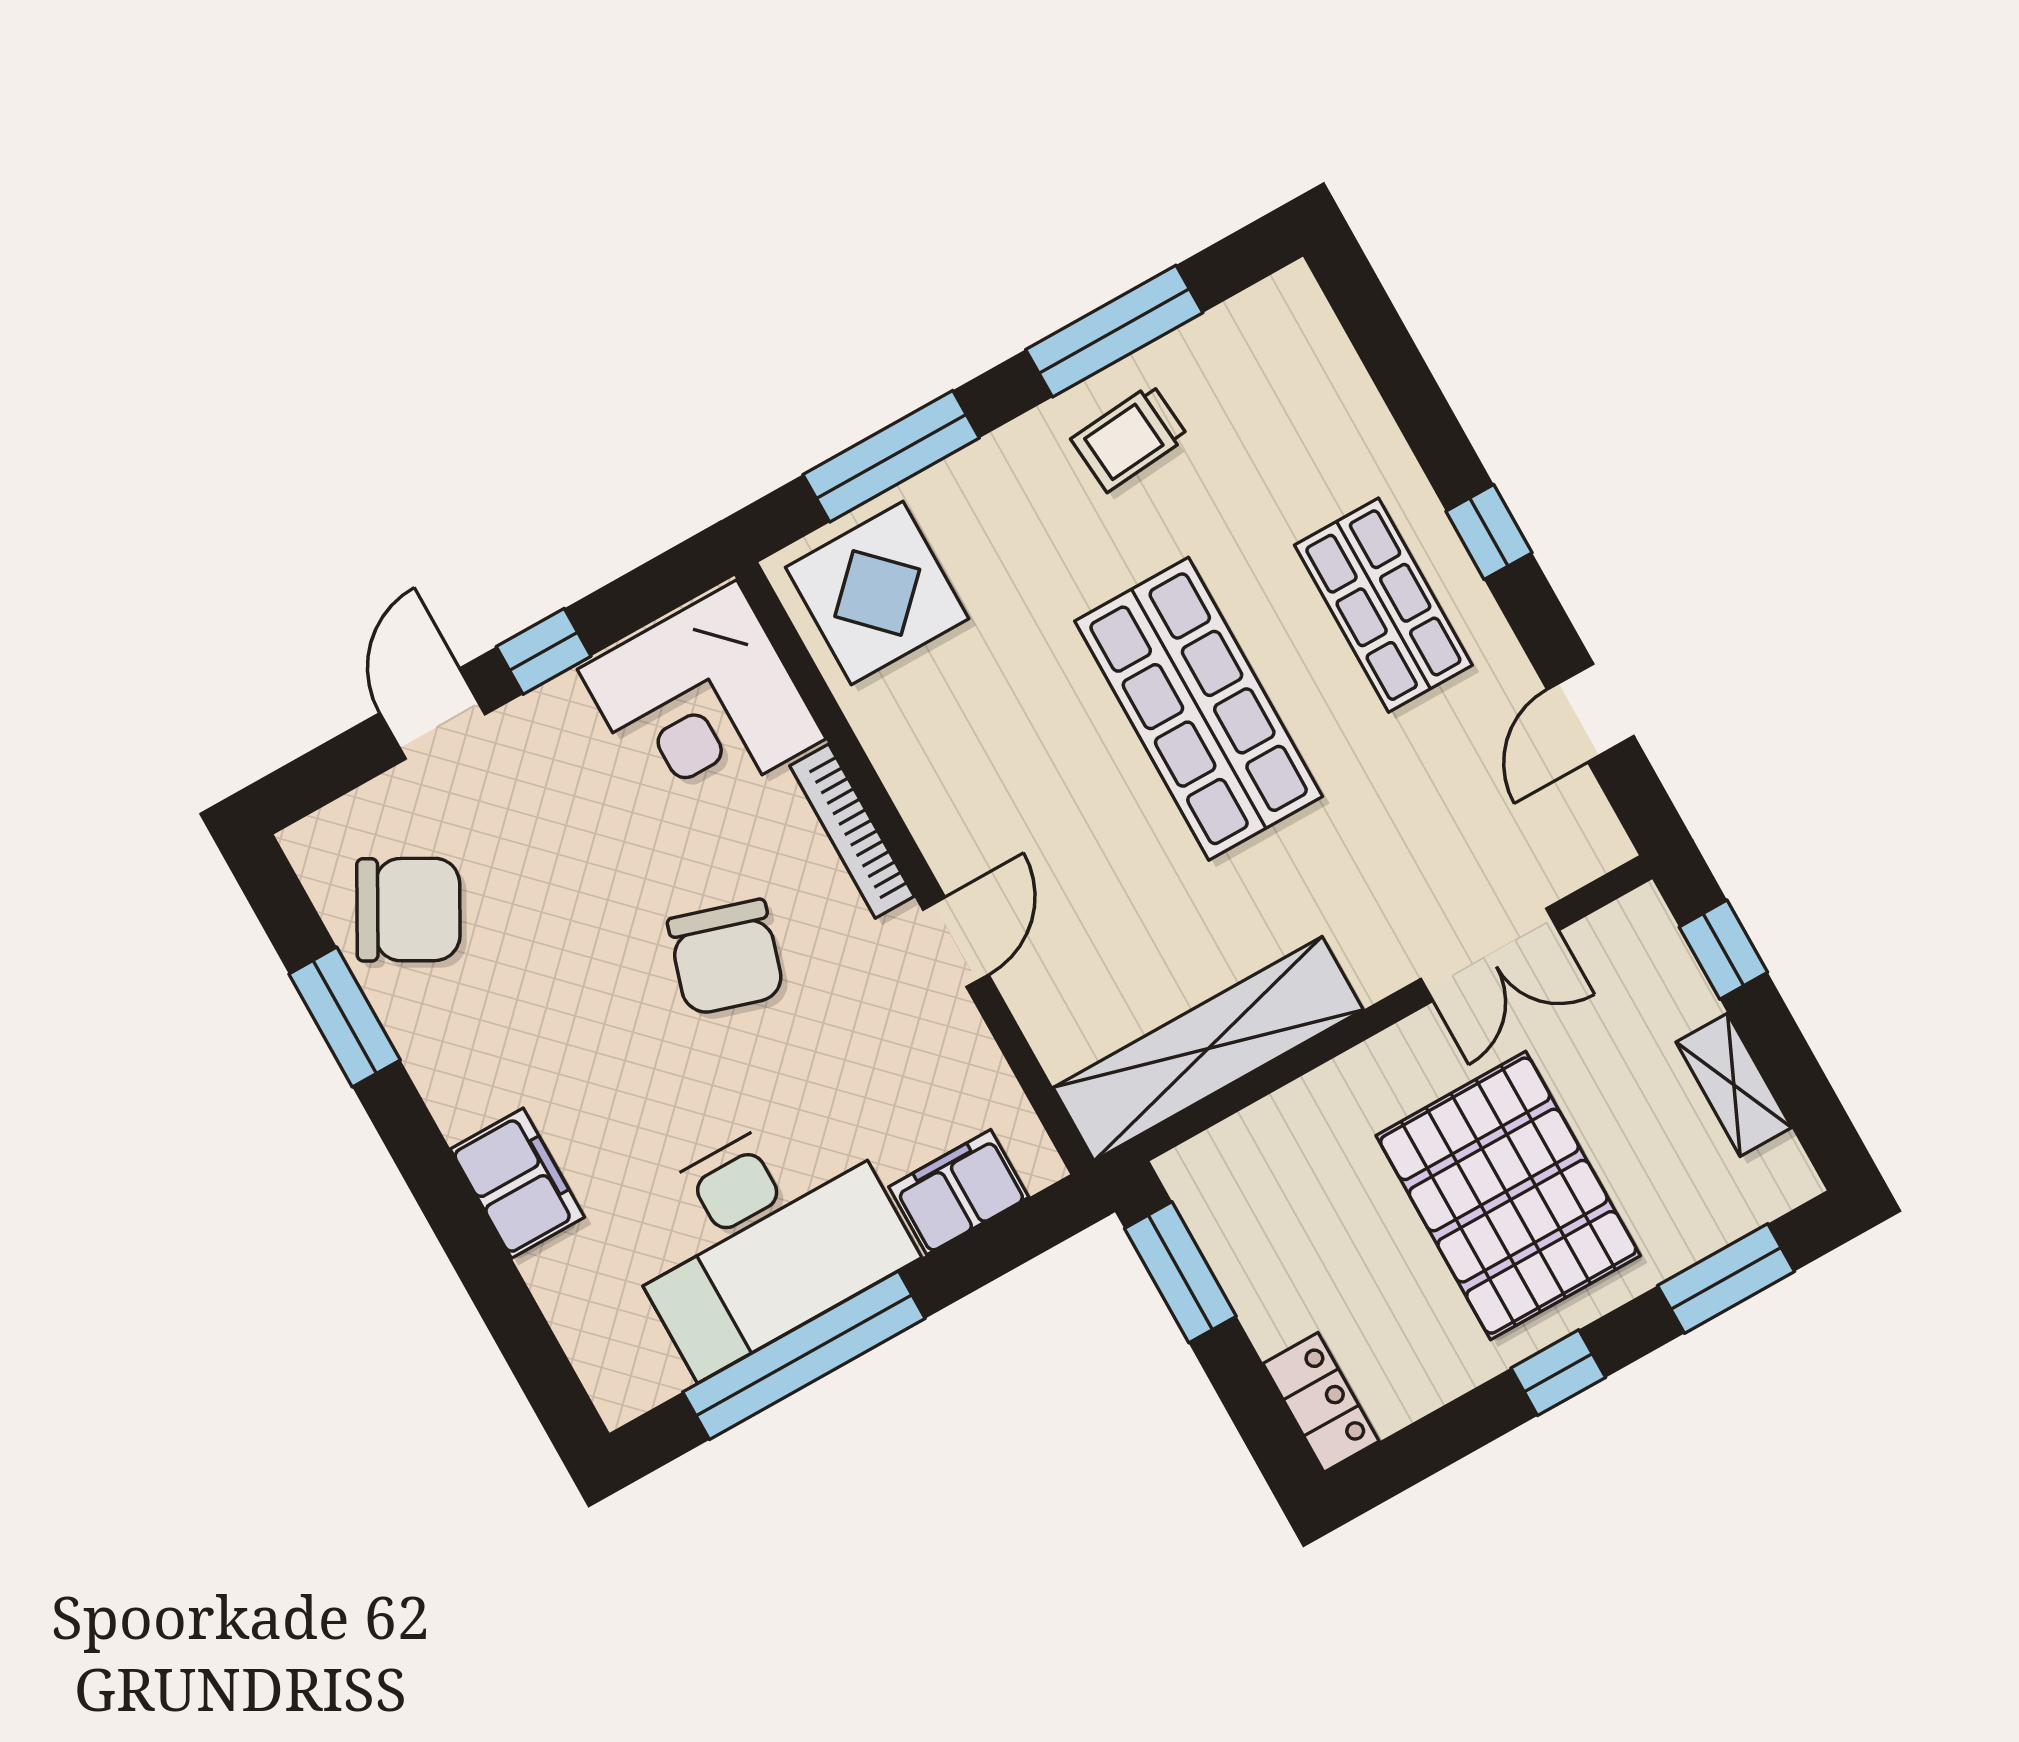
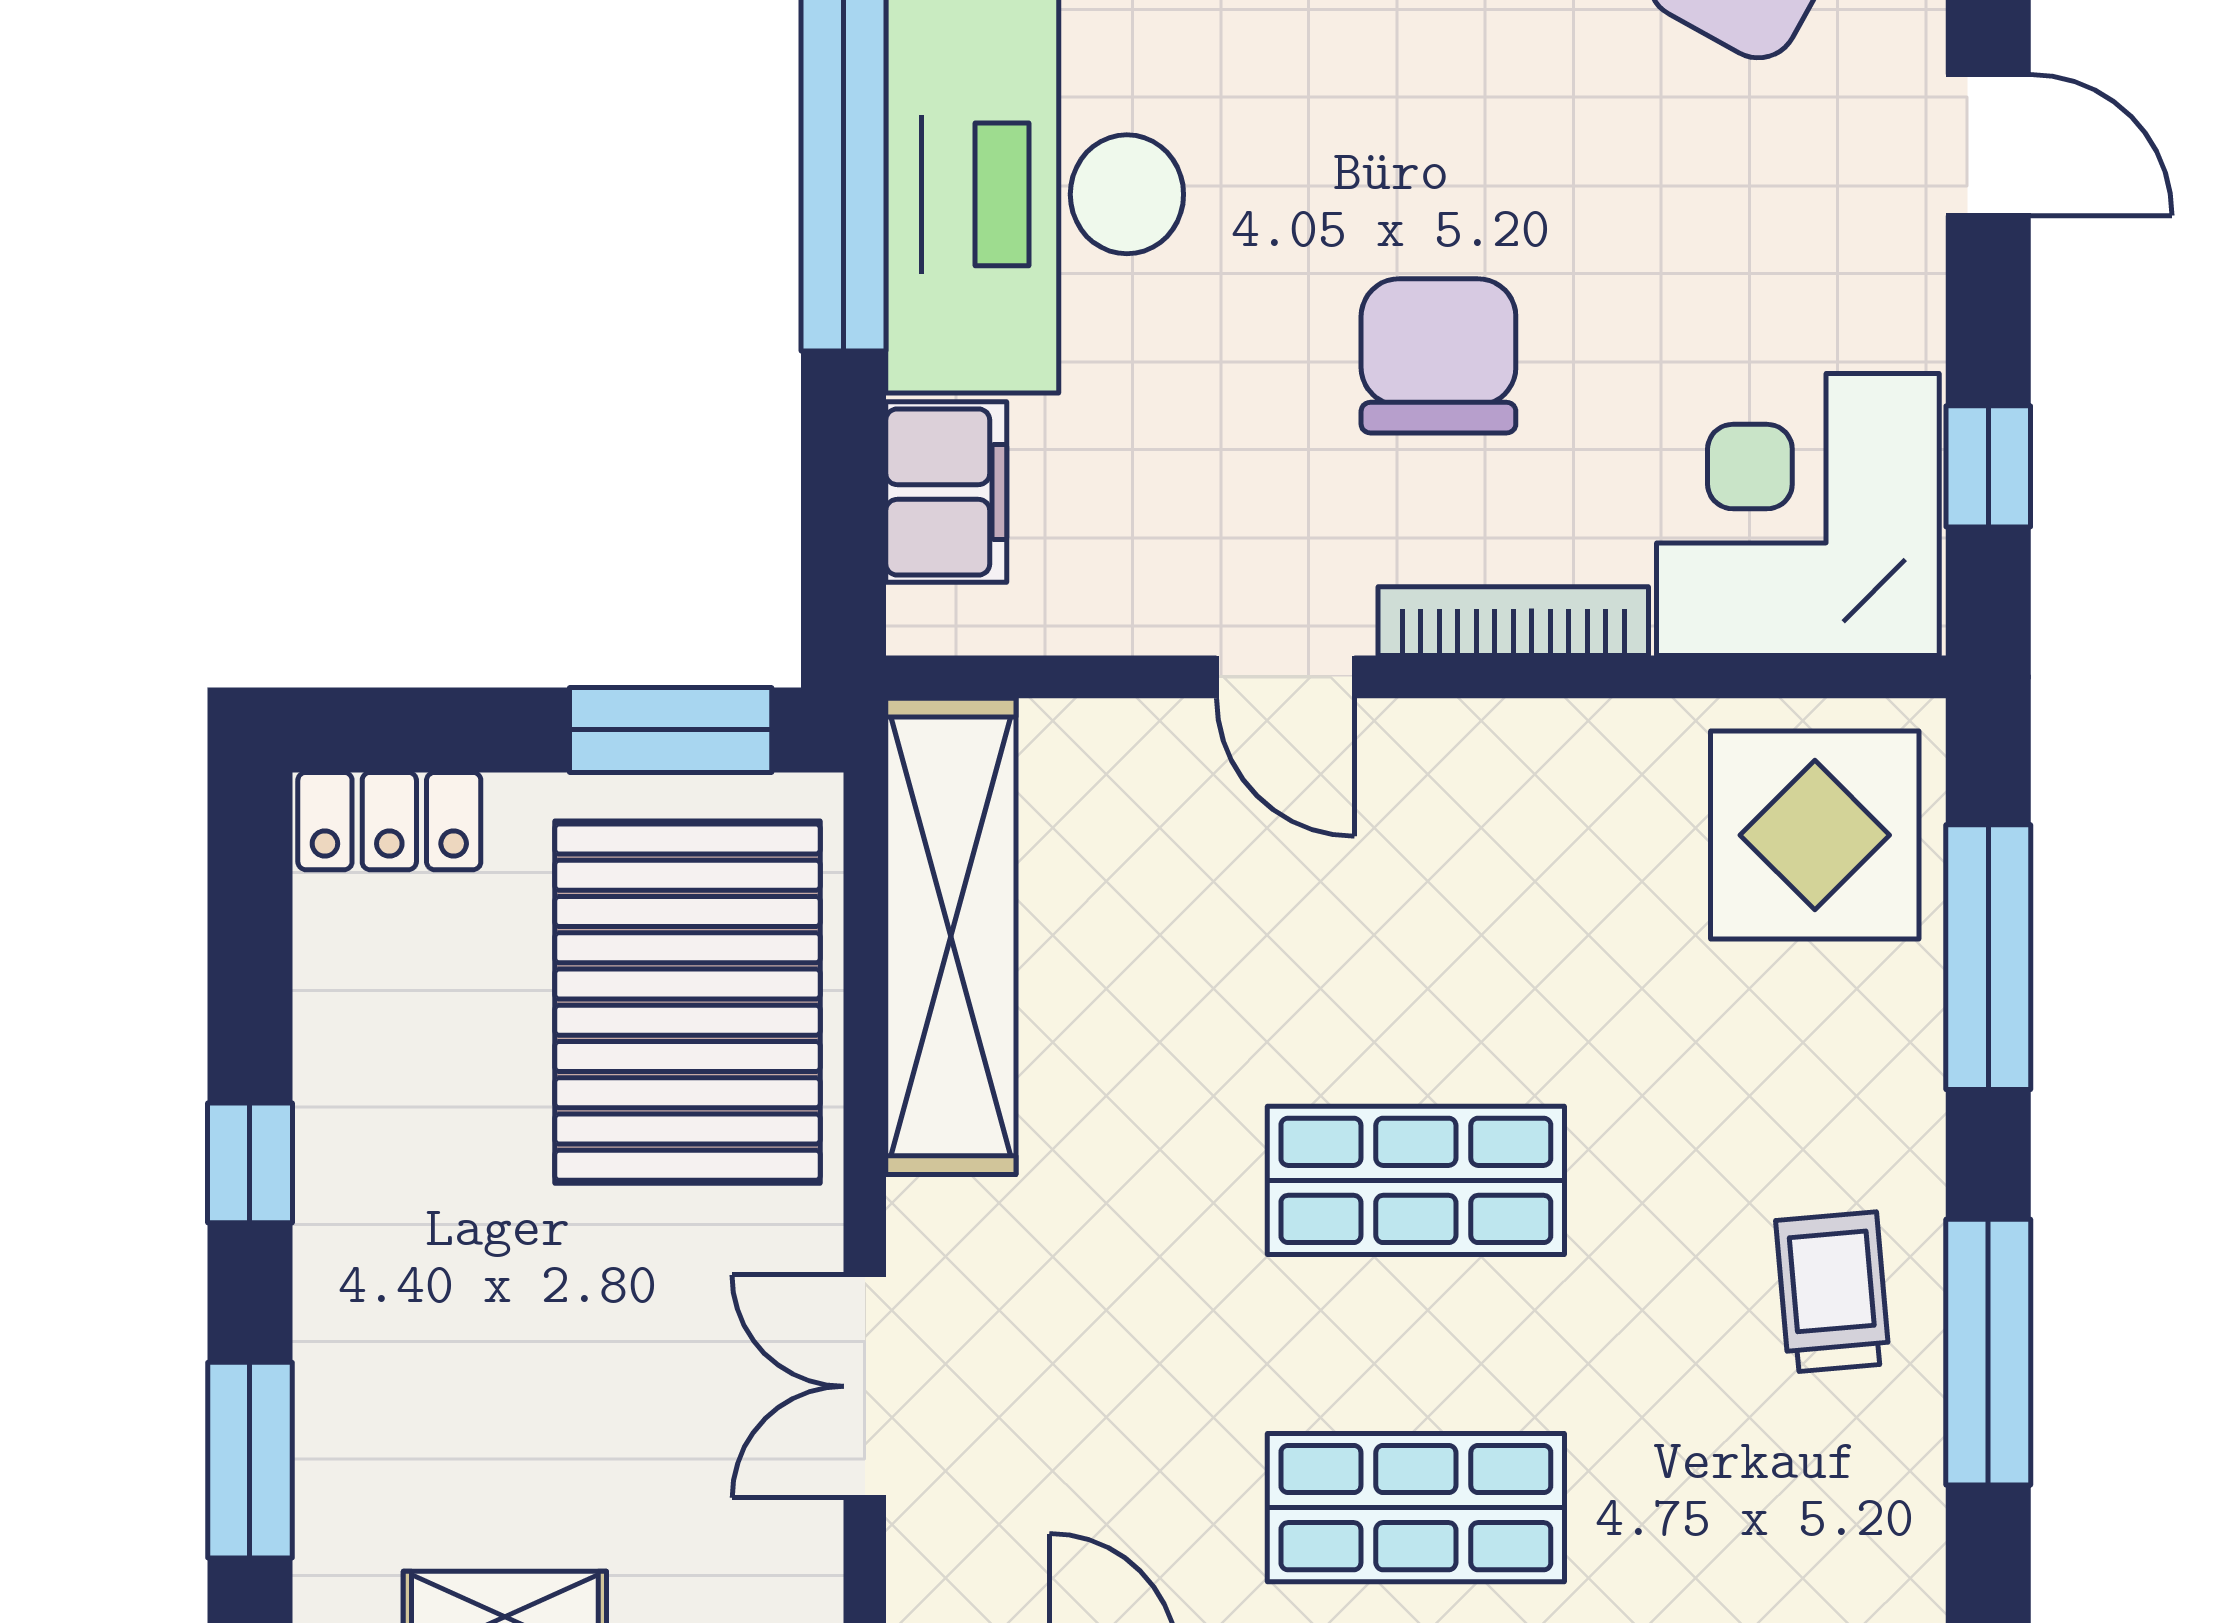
window: (544, 651) -> (1988, 466), moved
shop shelf: (1199, 709) -> (1416, 1180), width x0.70, depth x0.74
chair: (726, 957) -> (1438, 356), turned 73
pallet: (1508, 1196) -> (688, 1002), moved, turned 90

